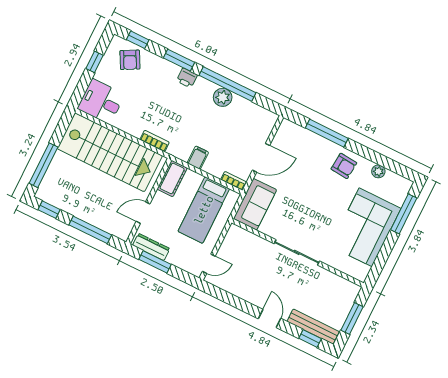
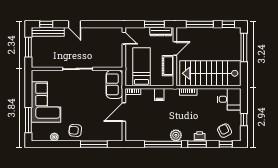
printer: (187, 78) -> (200, 136), moved
plant: (223, 97) -> (176, 135), moved
cot: (172, 178) -> (168, 66), moved
door: (209, 264) -> (124, 38), swing flipped

